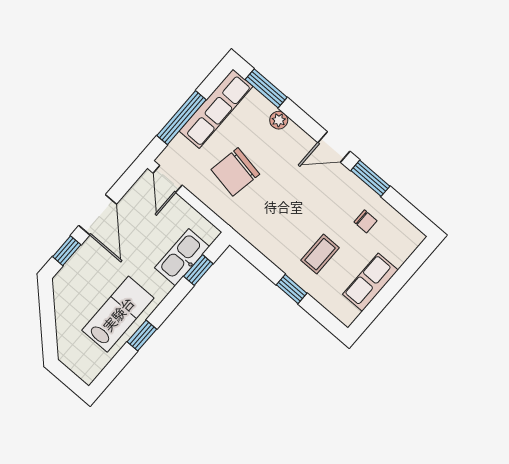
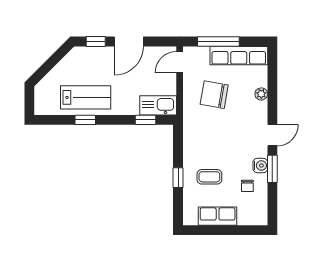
window: (266, 88) -> (272, 73), removed
door: (334, 147) -> (272, 135), swing flipped
water cooler: (355, 188) -> (260, 165), added
kitchen sink: (182, 257) -> (158, 105), moved

